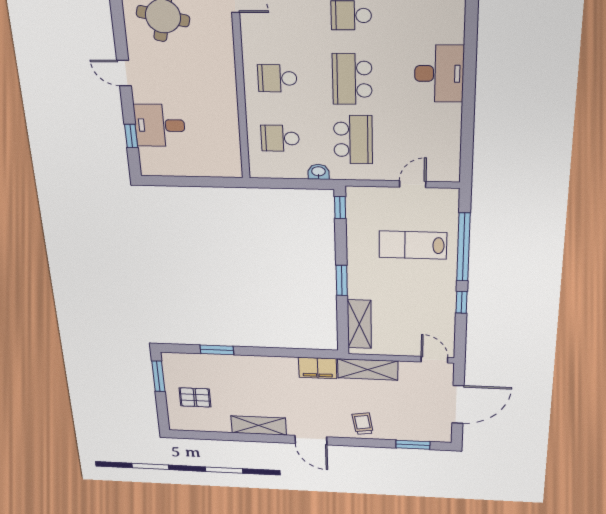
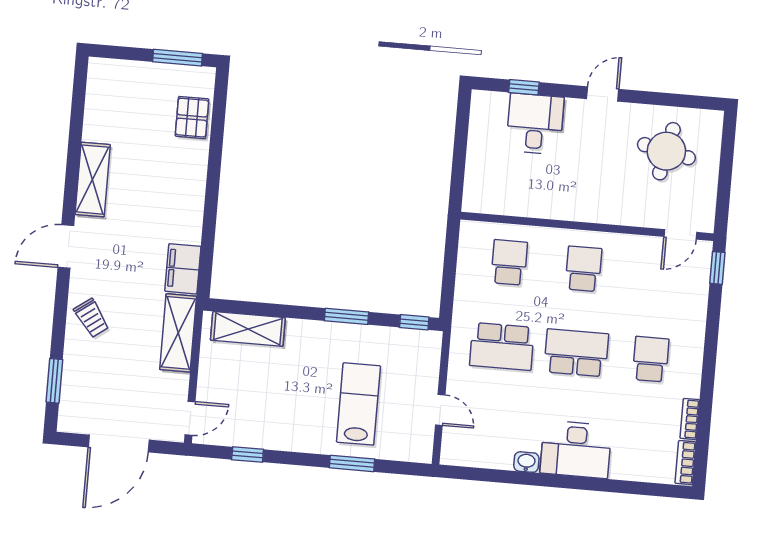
washbasin: (318, 172) -> (526, 462), moved, turned -90
window: (463, 247) -> (352, 463), width x0.47
window: (342, 280) -> (346, 316), moved
window: (462, 302) -> (248, 455), moved
window: (217, 350) -> (216, 142), removed
pallet: (195, 397) -> (192, 118), moved
door: (458, 404) -> (119, 443), hinge flipped
trolley: (363, 424) -> (91, 318), turned 63

